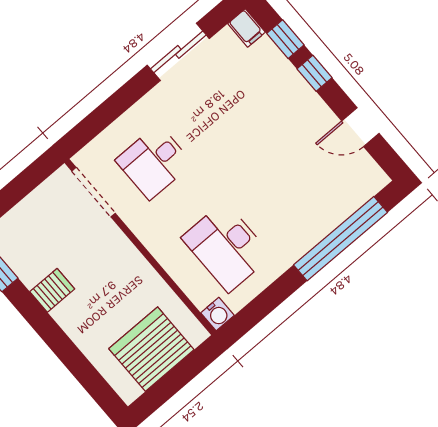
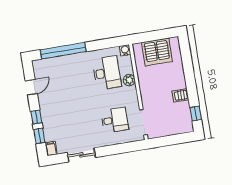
door: (360, 127) -> (31, 87), hinge flipped
plant: (173, 260) -> (129, 80), added

